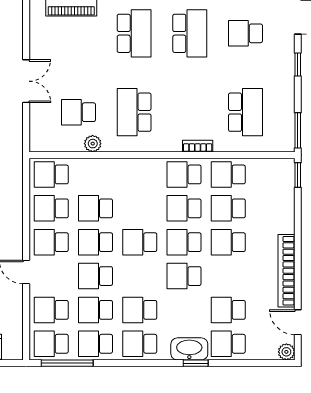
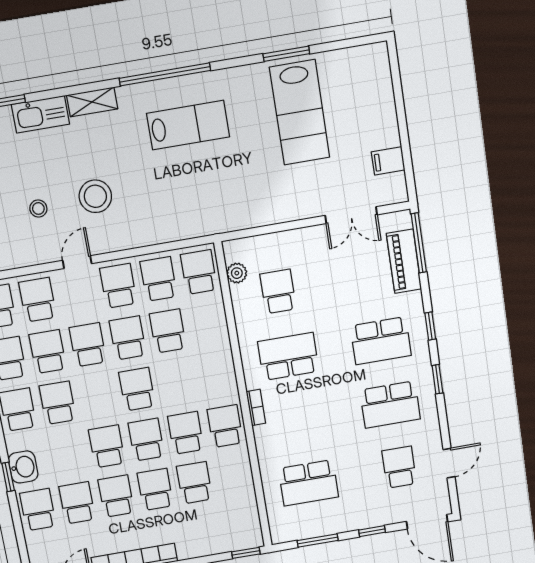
double door: (26, 81) -> (351, 215), moved
window: (298, 130) -> (318, 541), moved
plant: (93, 144) -> (237, 273), moved
bookcase: (198, 146) -> (256, 407), moved
school desk: (228, 174) -> (116, 496), moved
washbasin: (189, 349) -> (23, 467), width x0.72

